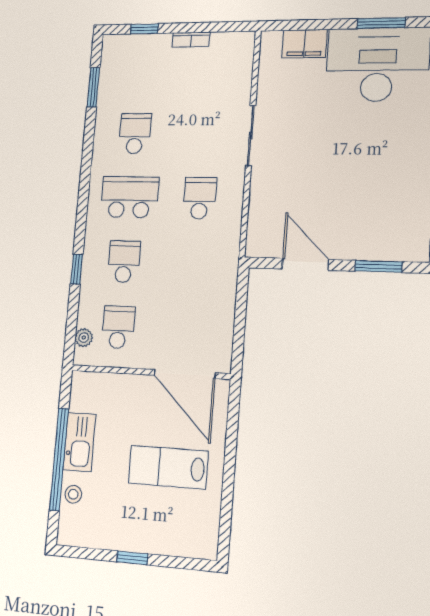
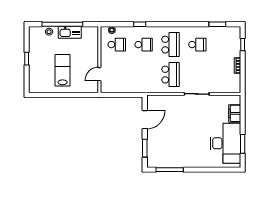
school desk: (200, 198) -> (170, 75), width x1.85
door: (185, 374) -> (99, 74), width x0.53

